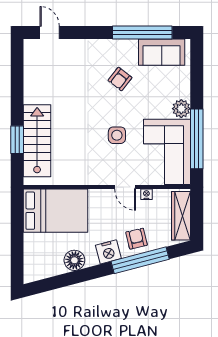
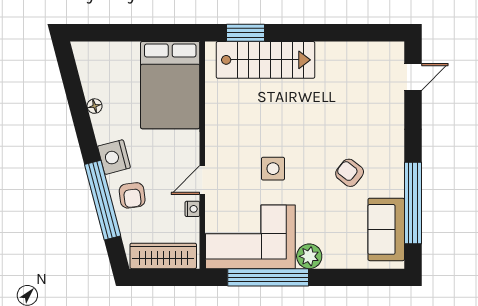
window: (17, 140) -> (246, 33), moved
armchair: (137, 239) -> (132, 195), turned 96
floor lamp: (74, 260) -> (95, 106), width x0.53, depth x0.53

